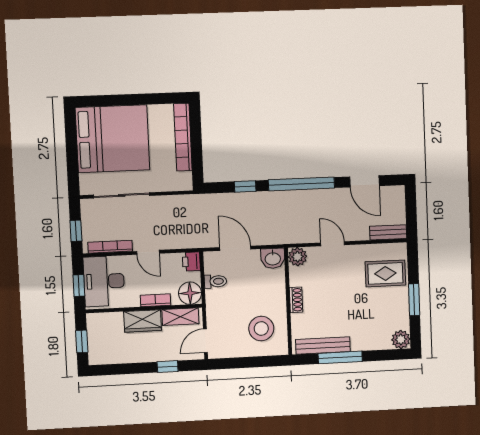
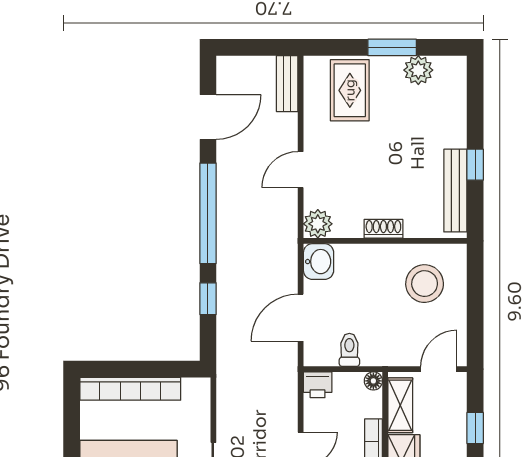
floor lamp: (190, 293) -> (373, 381), width x0.53, depth x0.53
plant: (401, 339) -> (418, 70), moved
door: (205, 341) -> (439, 369), swing flipped
window: (340, 357) -> (475, 165), width x0.46

